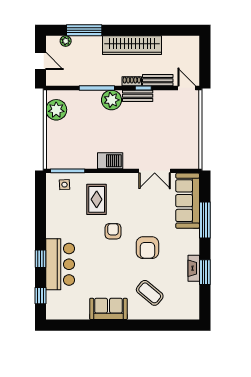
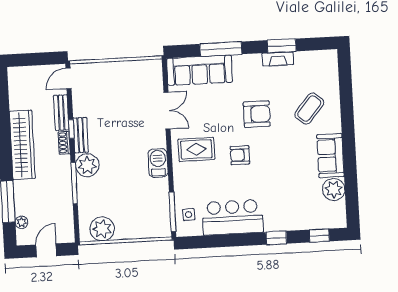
rug: (97, 199) -> (196, 149), moved
bar counter: (60, 264) -> (233, 217), moved
plant: (79, 310) -> (334, 189), added

